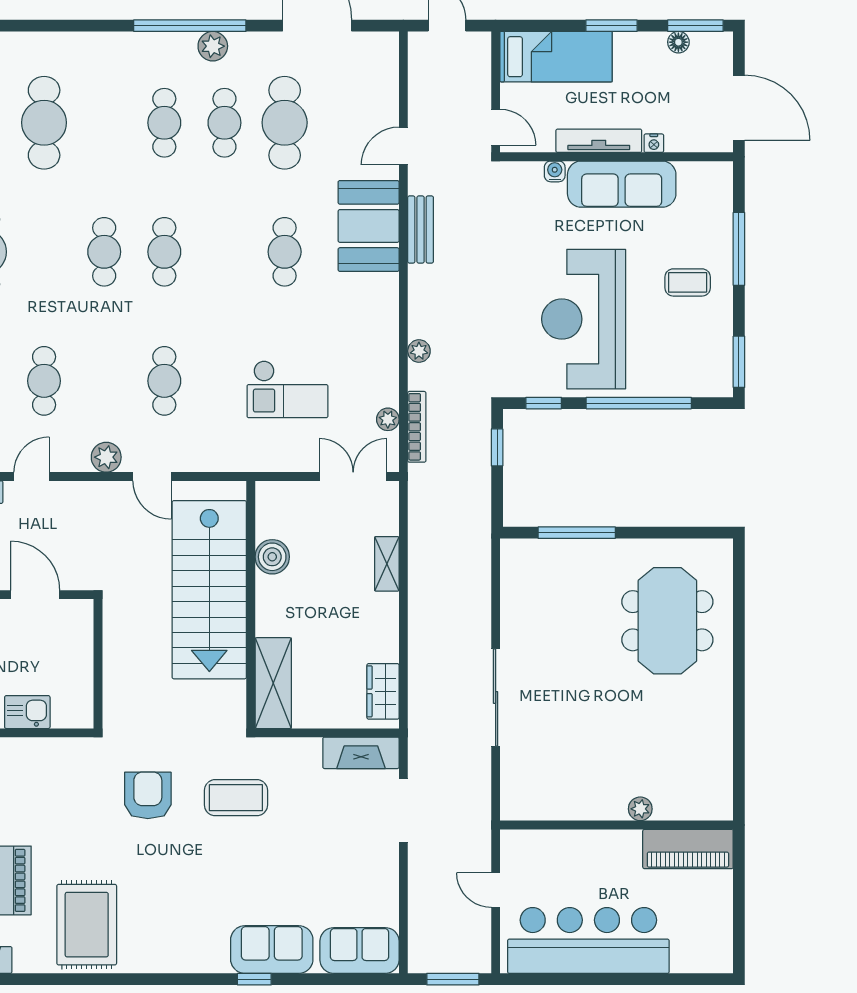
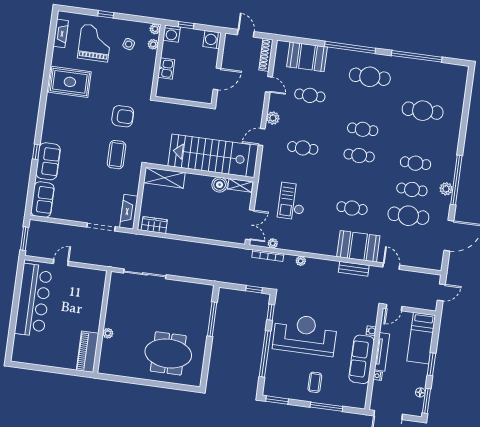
shelving: (387, 564) -> (240, 185), moved
plant: (640, 809) -> (108, 333), moved
wall: (617, 825) -> (102, 322), moved
piano: (688, 849) -> (88, 352), moved

